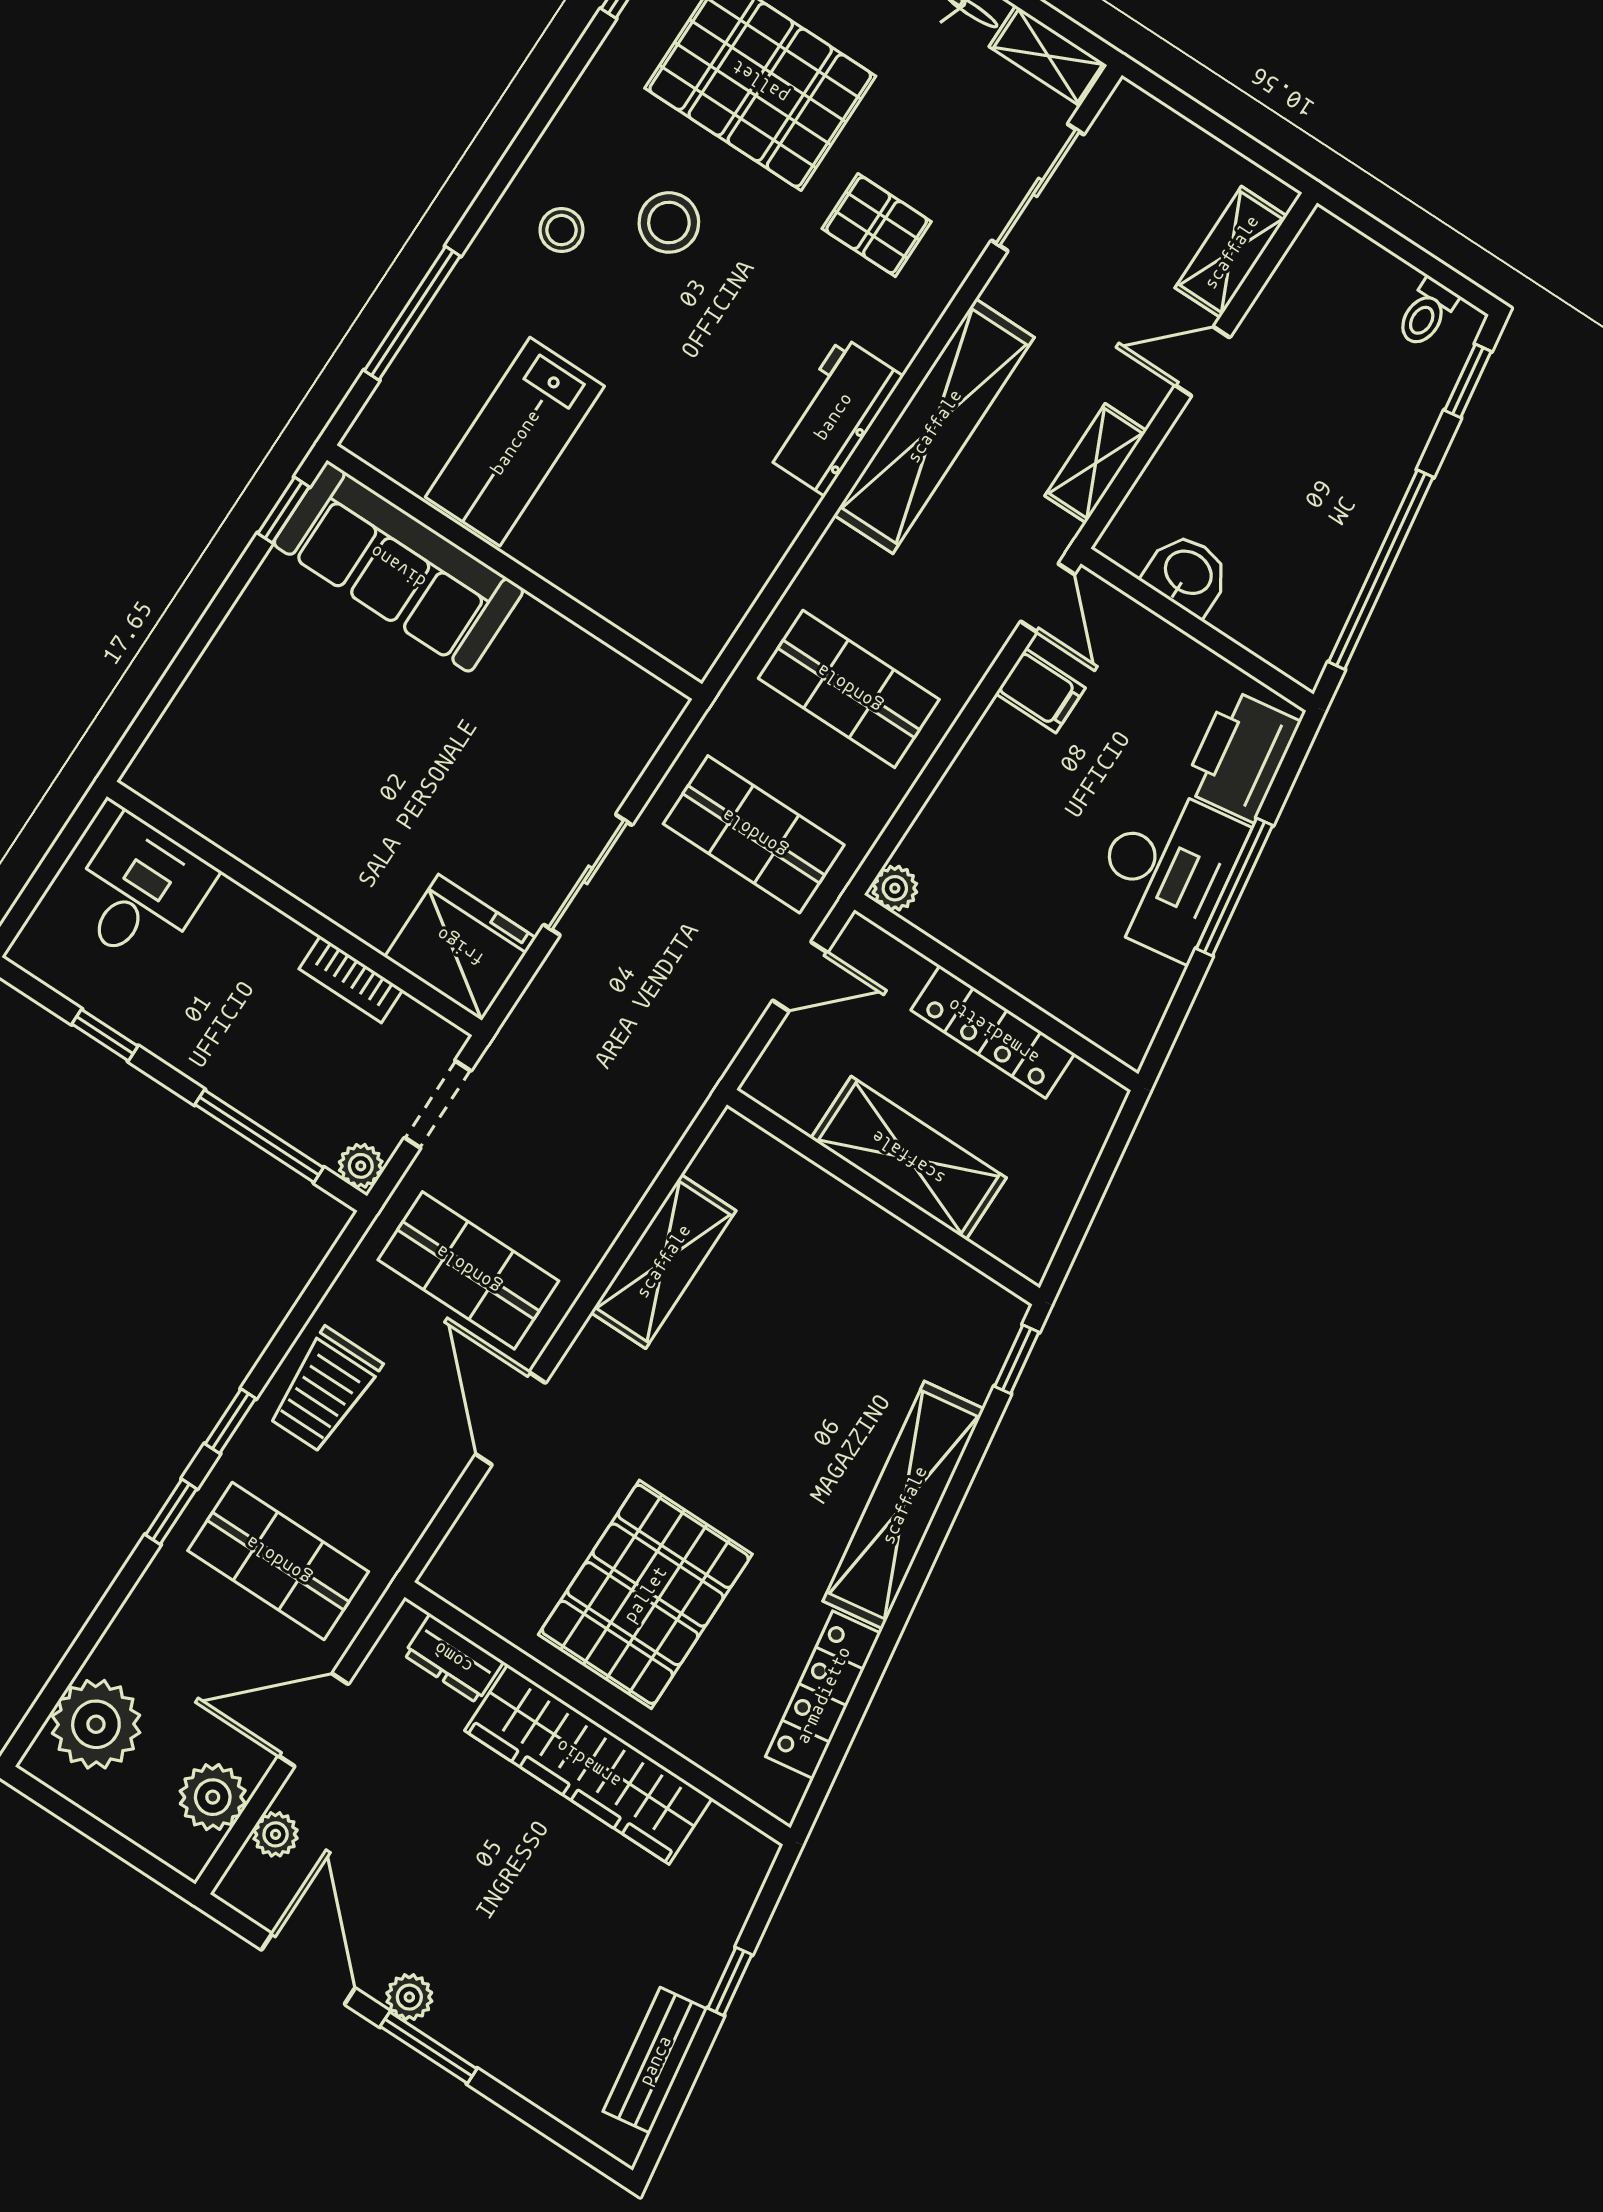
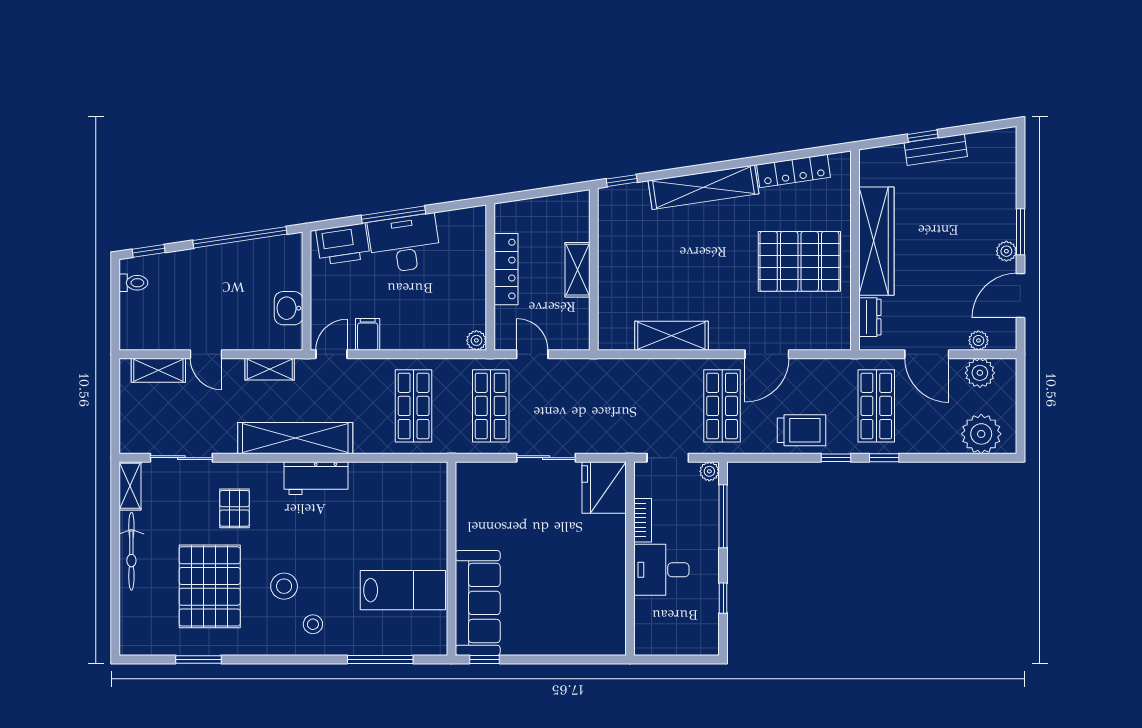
desk: (140, 892) -> (661, 570), moved
shelving: (908, 1158) -> (577, 270), width x0.67, depth x0.75
bench: (655, 2060) -> (936, 150), moved

